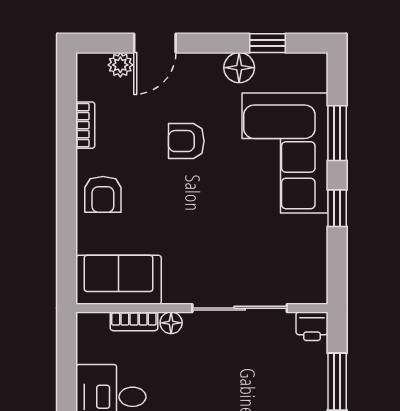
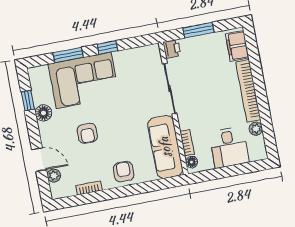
armchair: (103, 194) -> (124, 172), turned -90
sofa: (119, 280) -> (165, 147), width x1.36
floor lamp: (171, 323) -> (192, 162), moved

